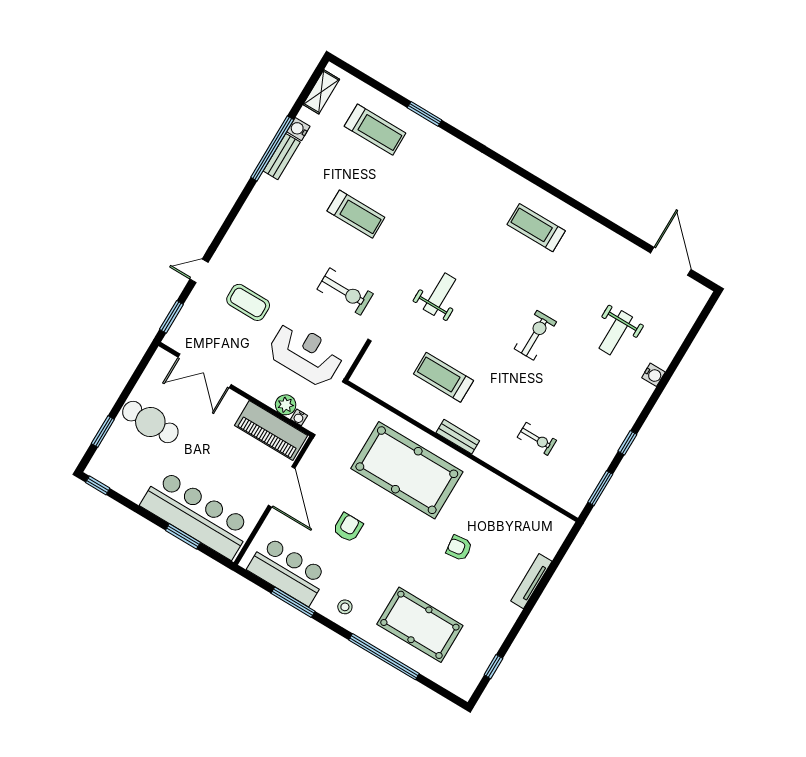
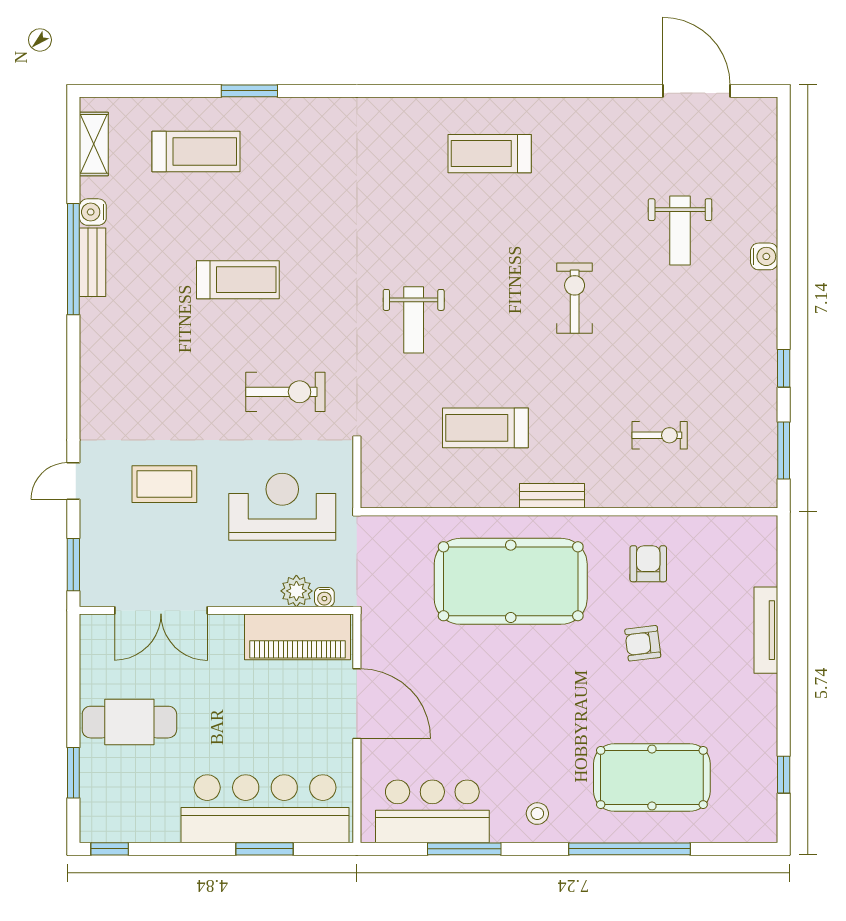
weight bench: (440, 294) -> (414, 320), turned 180
armchair: (348, 528) -> (648, 564), moved

